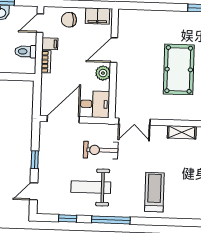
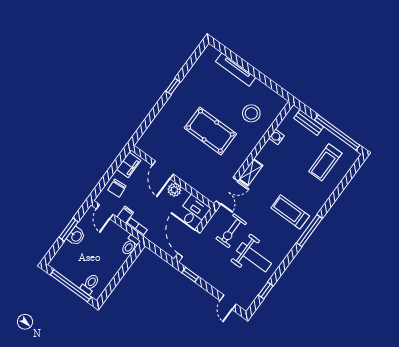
toilet: (26, 51) -> (130, 245), moved
shelving: (182, 132) -> (251, 172), moved
window: (35, 160) -> (190, 275), moved
weight bench: (91, 187) -> (254, 257), turned -90
window: (111, 220) -> (309, 231), moved

